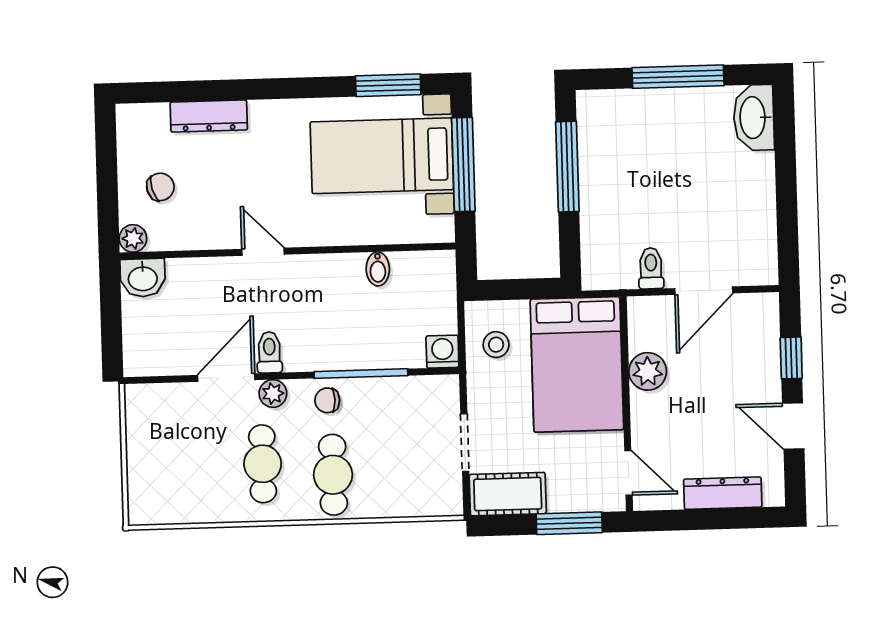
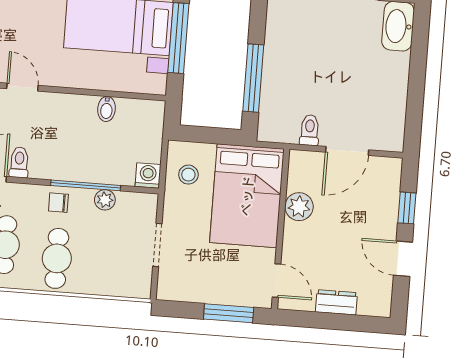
window: (567, 167) -> (253, 78), moved
plant: (273, 393) -> (105, 200), moved
dresser: (723, 493) -> (336, 302), width x0.70
cot: (508, 494) -> (185, 287), removed

